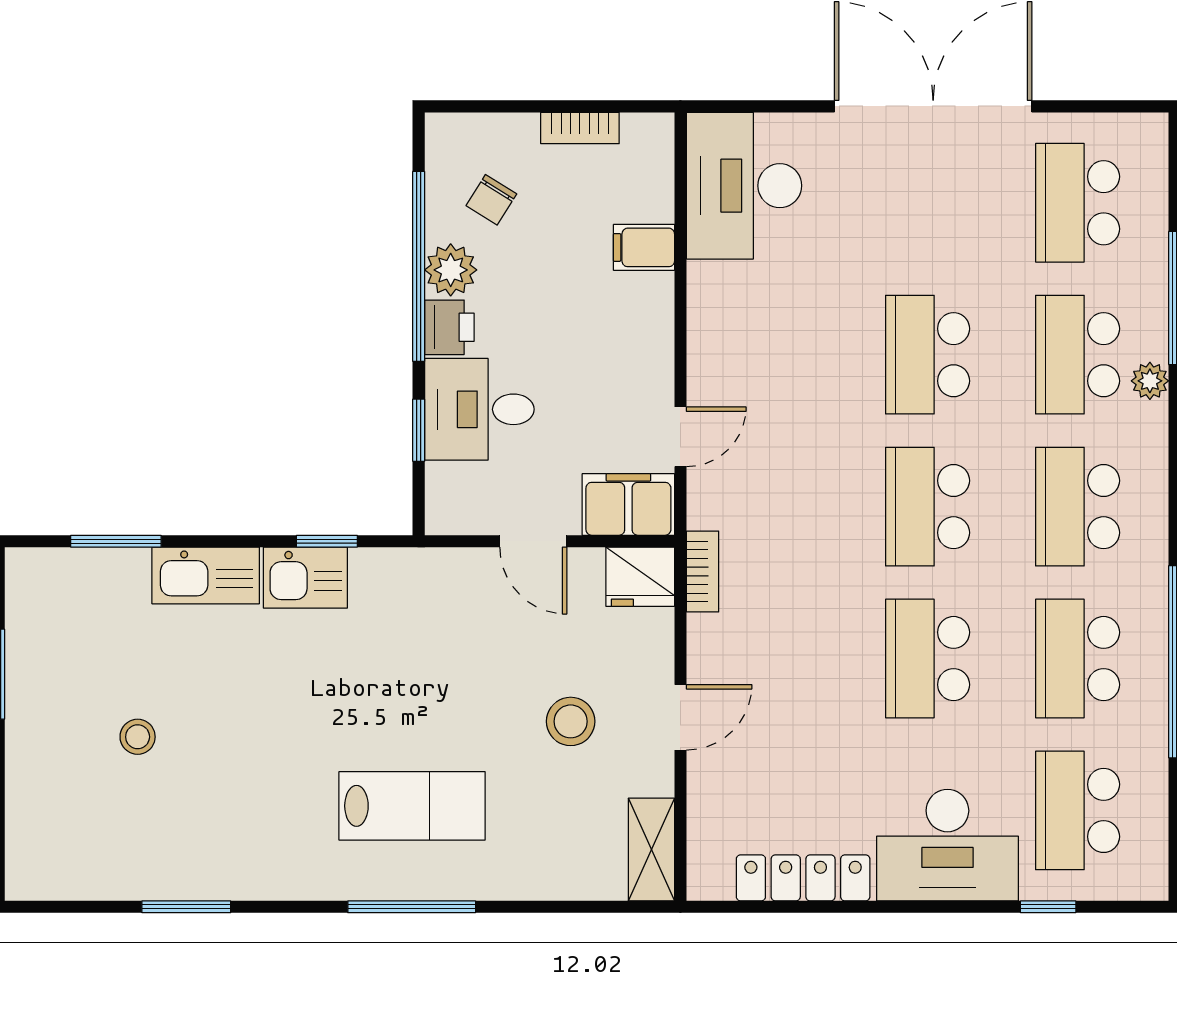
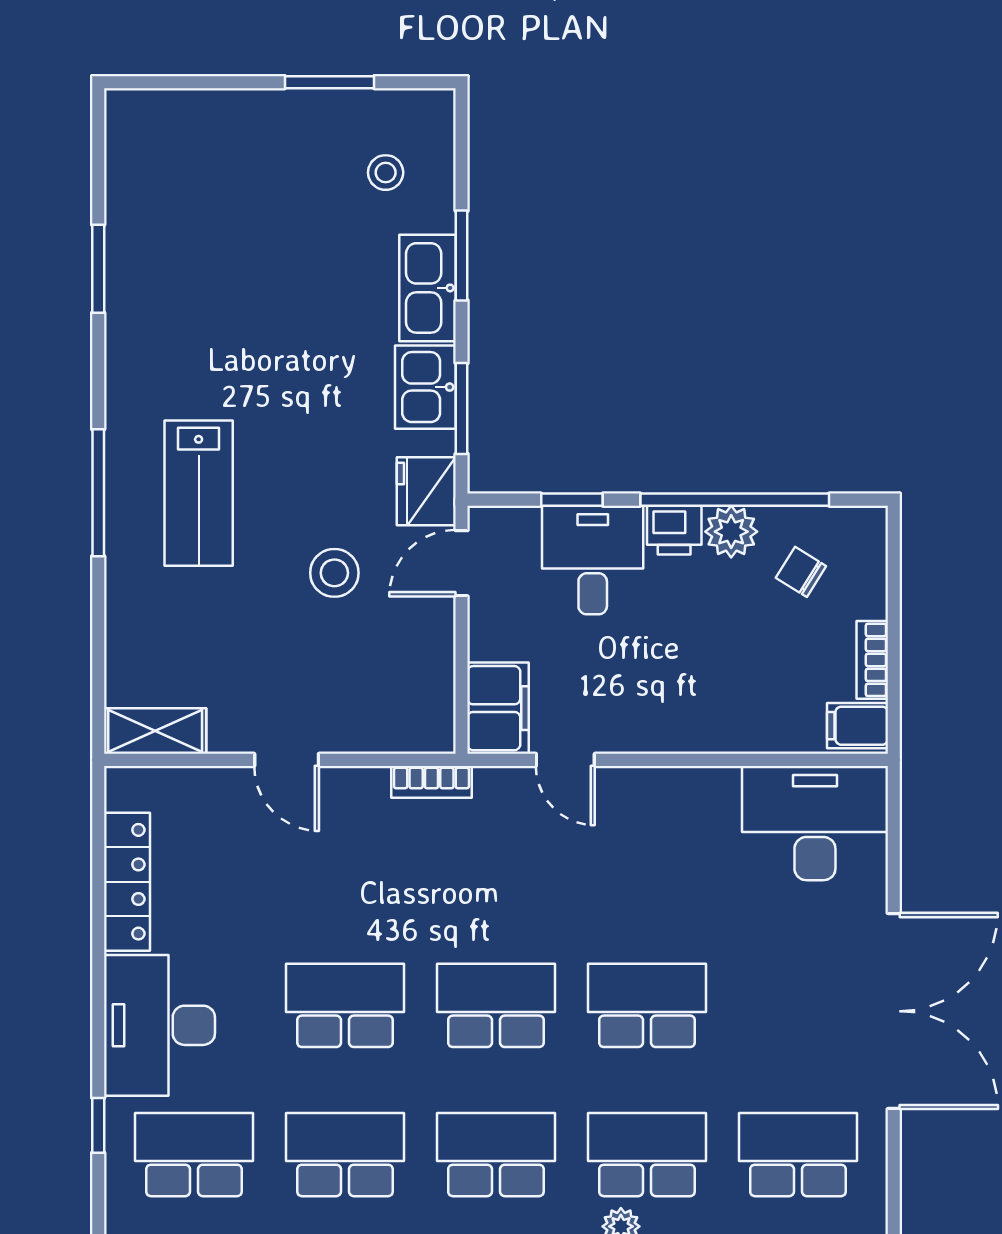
filing cabinet: (644, 247) -> (857, 726), moved, turned -90
window: (116, 541) -> (462, 256), moved
window: (327, 541) -> (462, 408), width x1.50
door: (533, 541) -> (462, 563), moved
fridge: (640, 577) -> (426, 491), moved
stool: (571, 721) -> (334, 573), moved
stool: (138, 737) -> (386, 173), moved

